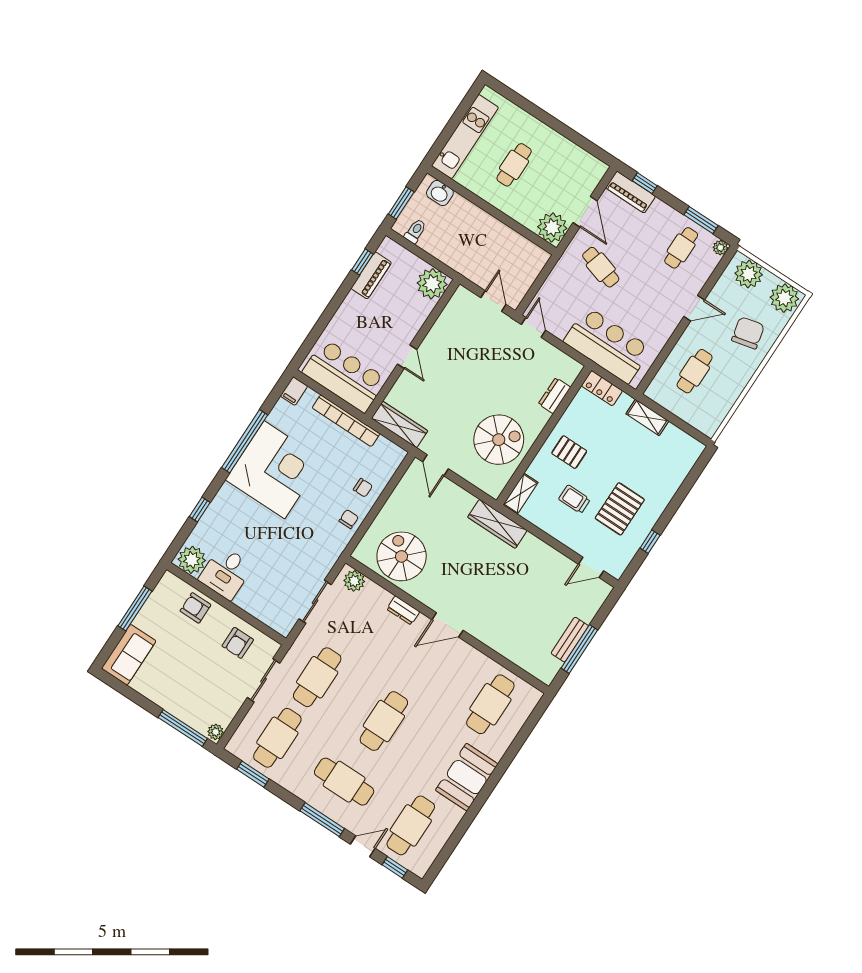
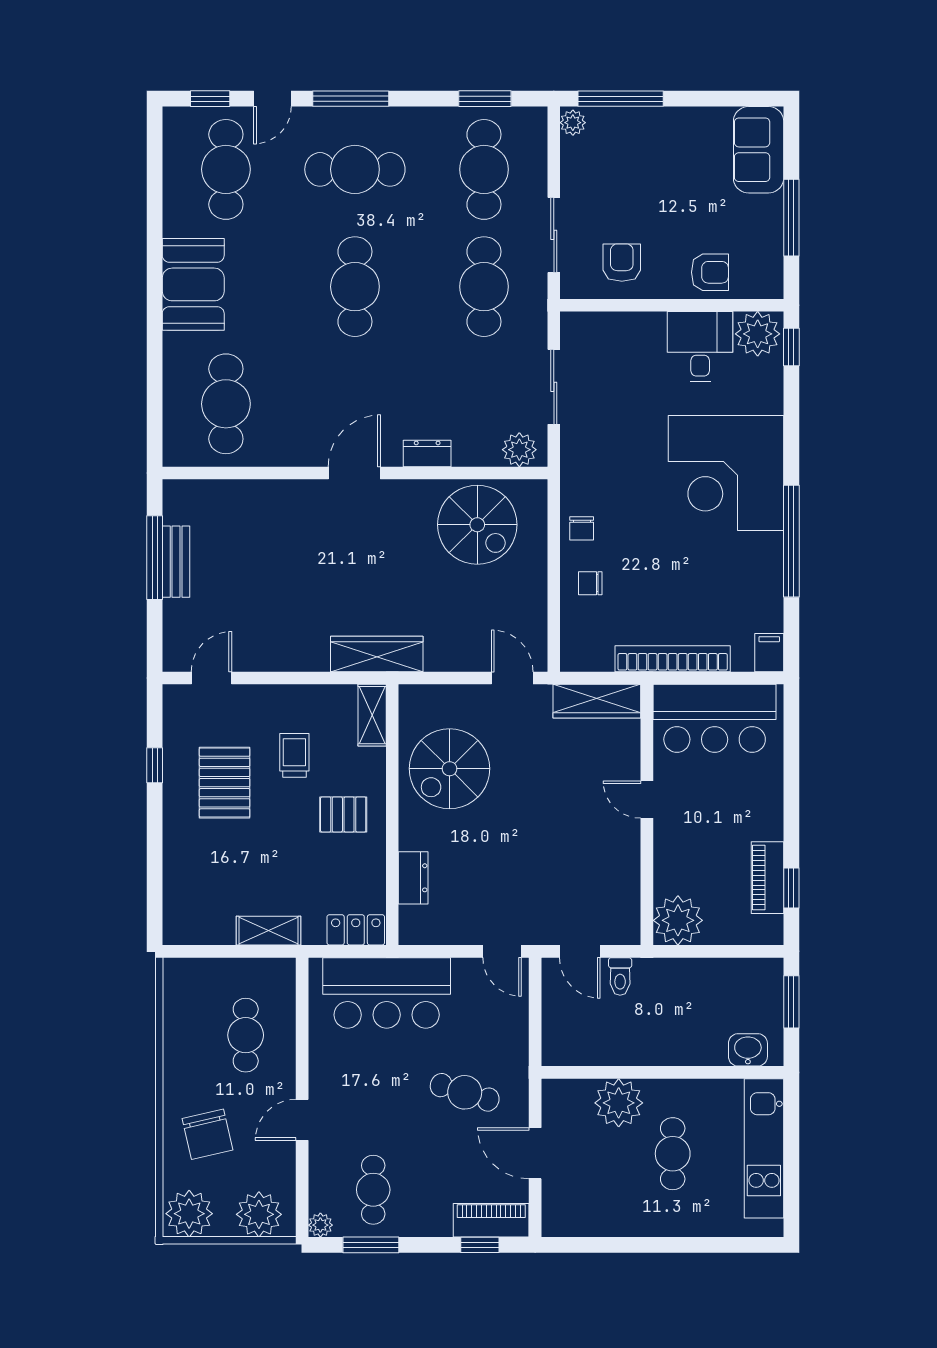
plant: (552, 228) -> (619, 1103), moved
toilet: (415, 231) -> (620, 976), moved
corner desk: (274, 470) -> (726, 473), moved
trolley: (574, 499) -> (294, 755), turned -90
window: (200, 510) -> (791, 347), moved

